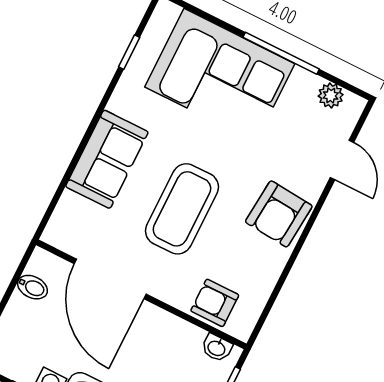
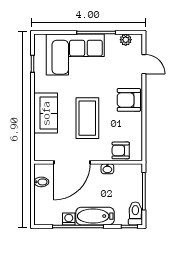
armchair: (279, 214) -> (129, 100), turned 85
door: (110, 279) -> (72, 162), hinge flipped
washbasin: (217, 348) -> (107, 169), moved

